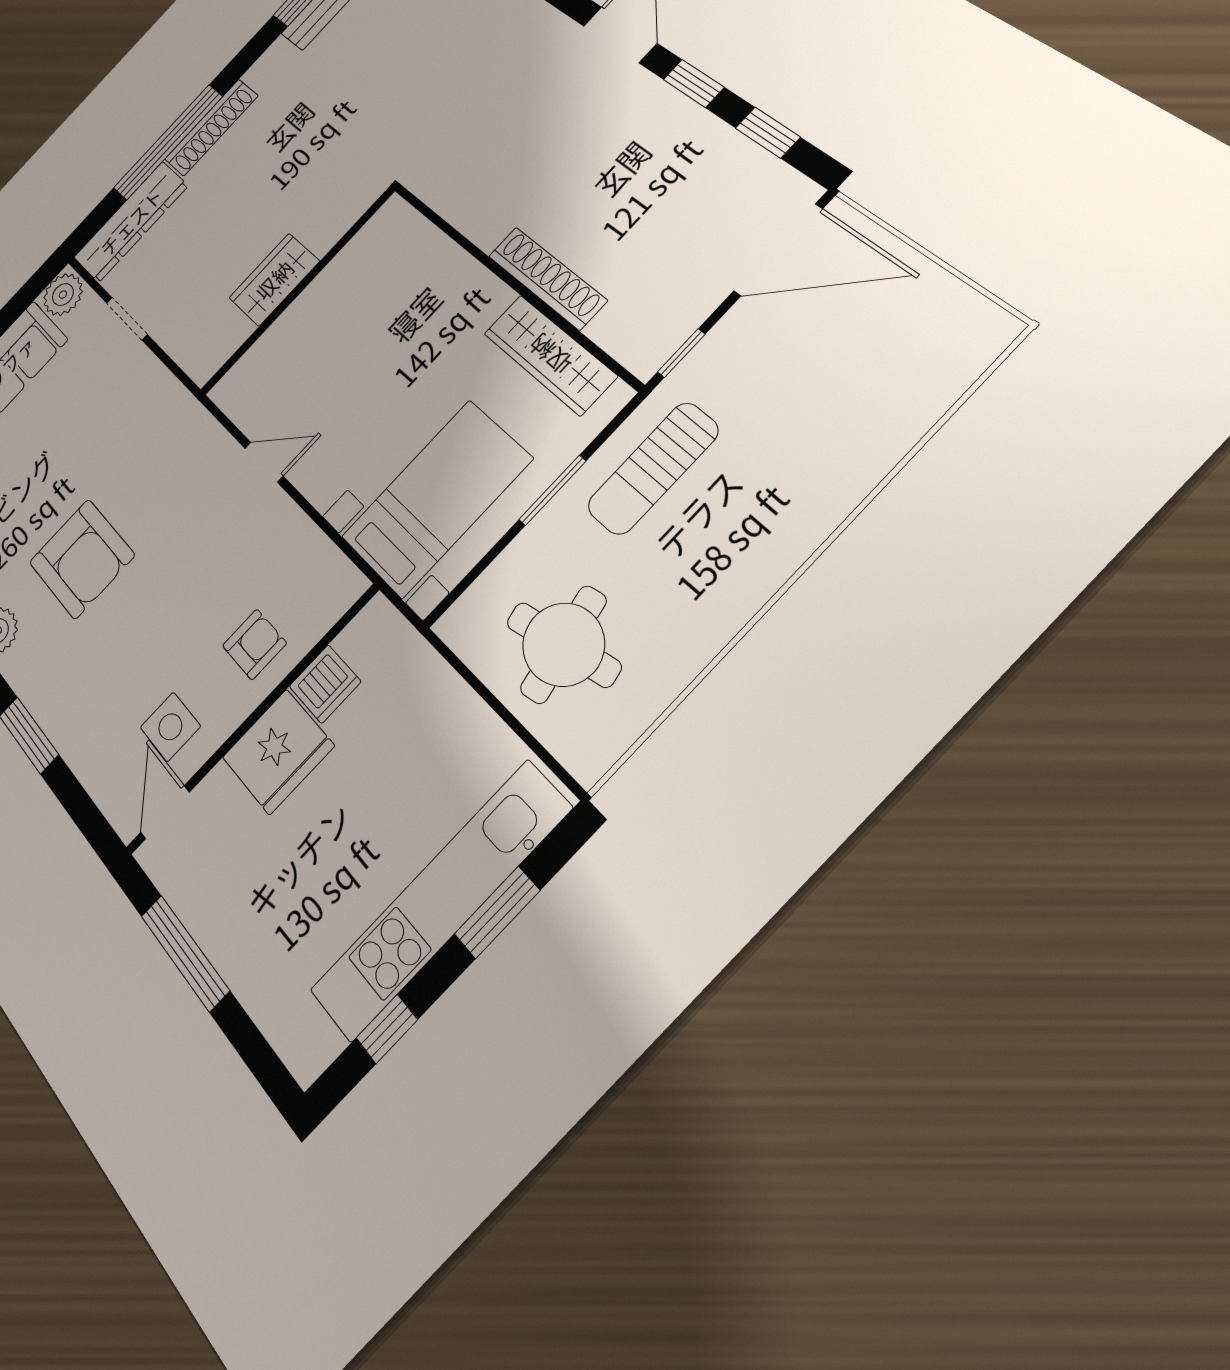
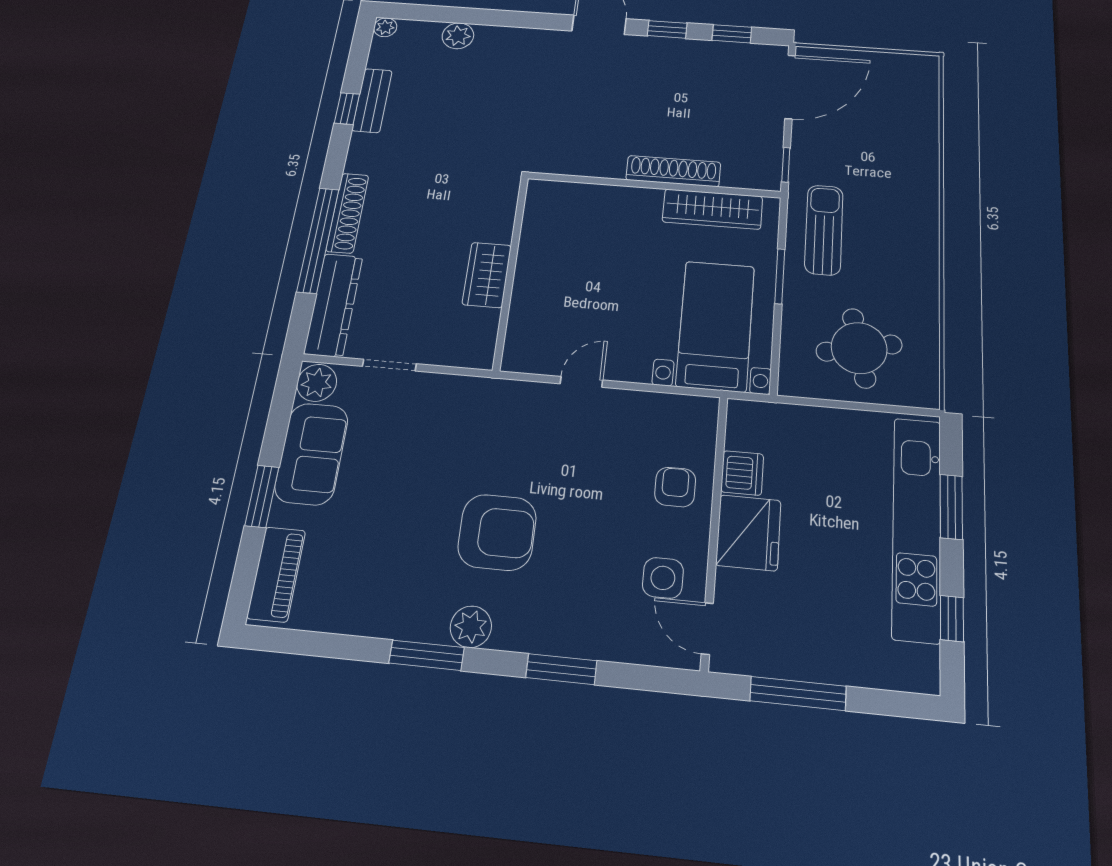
sun lounger: (653, 468) -> (824, 230), turned 180

